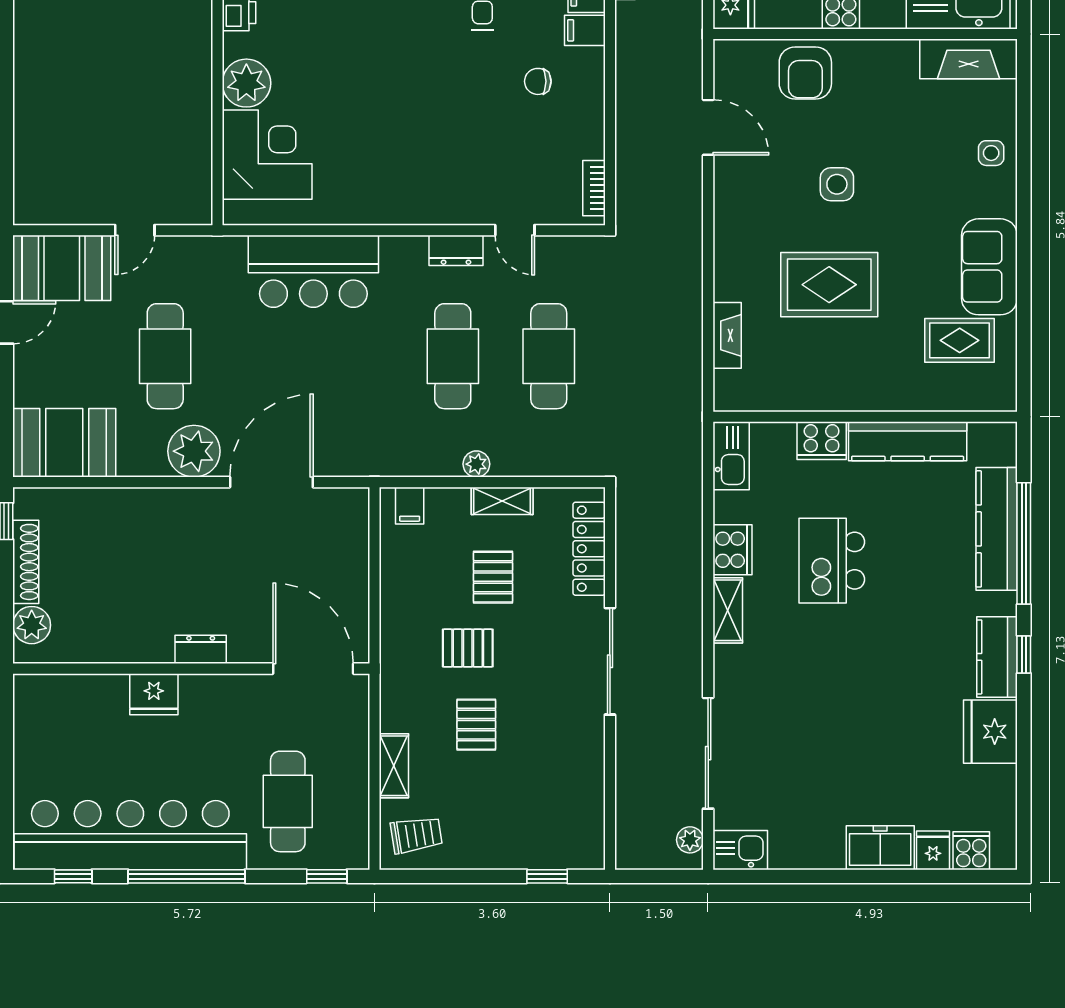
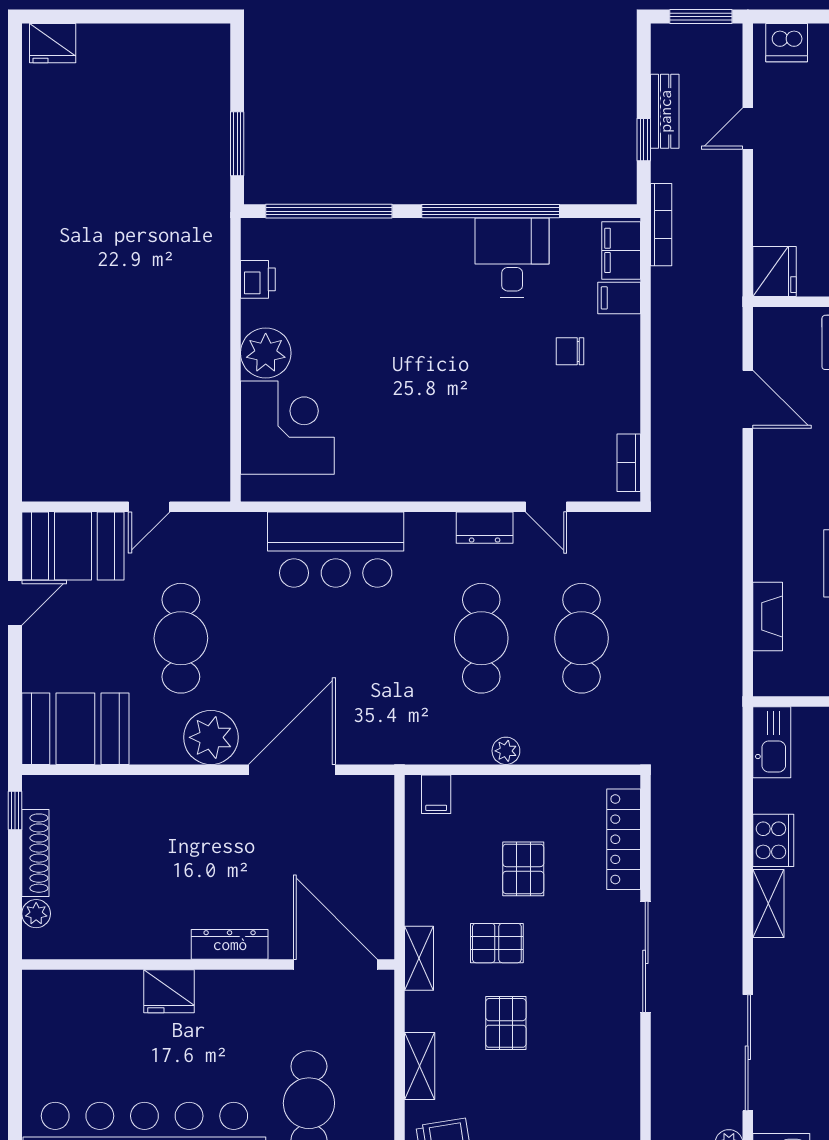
shelving: (502, 501) -> (419, 958), moved, turned 90
plant: (32, 625) -> (36, 914), width x0.73, depth x0.73
dresser: (201, 649) -> (230, 944), width x1.44

